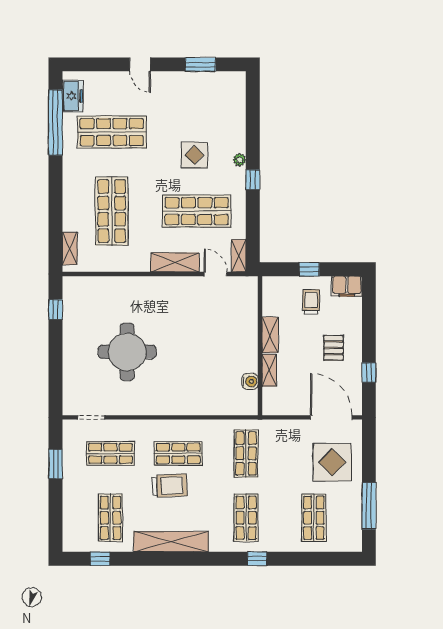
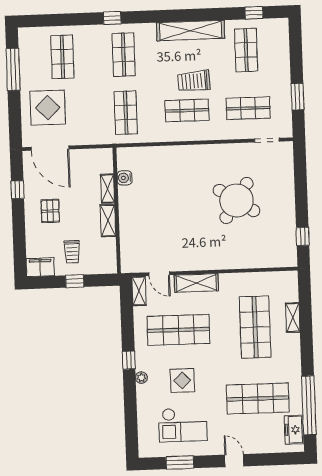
checkout: (196, 106) -> (183, 425), added
shelving: (70, 249) -> (293, 318), moved
round table: (127, 352) -> (237, 200), turned 33

